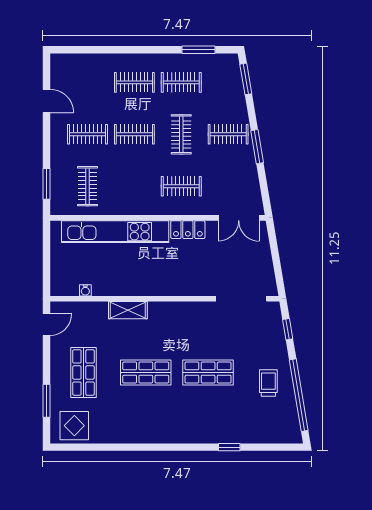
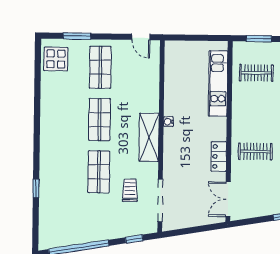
clothes rail: (181, 186) -> (255, 151), turned 90
kitchen unit: (115, 232) -> (218, 83), width x0.73
water cooler: (85, 290) -> (168, 122), moved
shelving: (128, 310) -> (149, 137), moved, width x1.50, depth x1.33
shop shelf: (83, 372) -> (100, 67), turned 90
trolley: (268, 383) -> (130, 190), moved, turned -90

